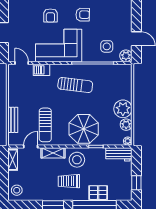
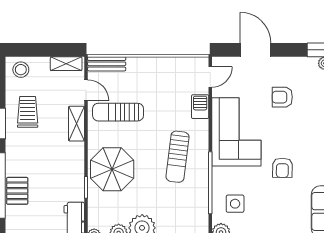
armchair: (50, 16) -> (282, 97), moved
bench: (13, 120) -> (107, 64), moved
stool: (77, 160) -> (66, 159), removed
trolley: (69, 181) -> (28, 112), moved

